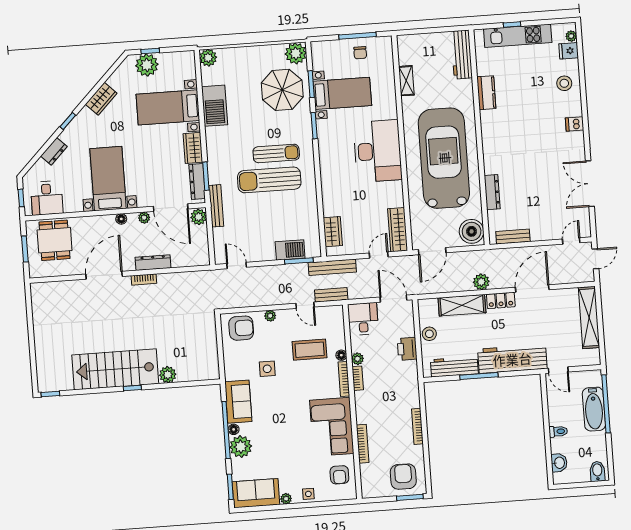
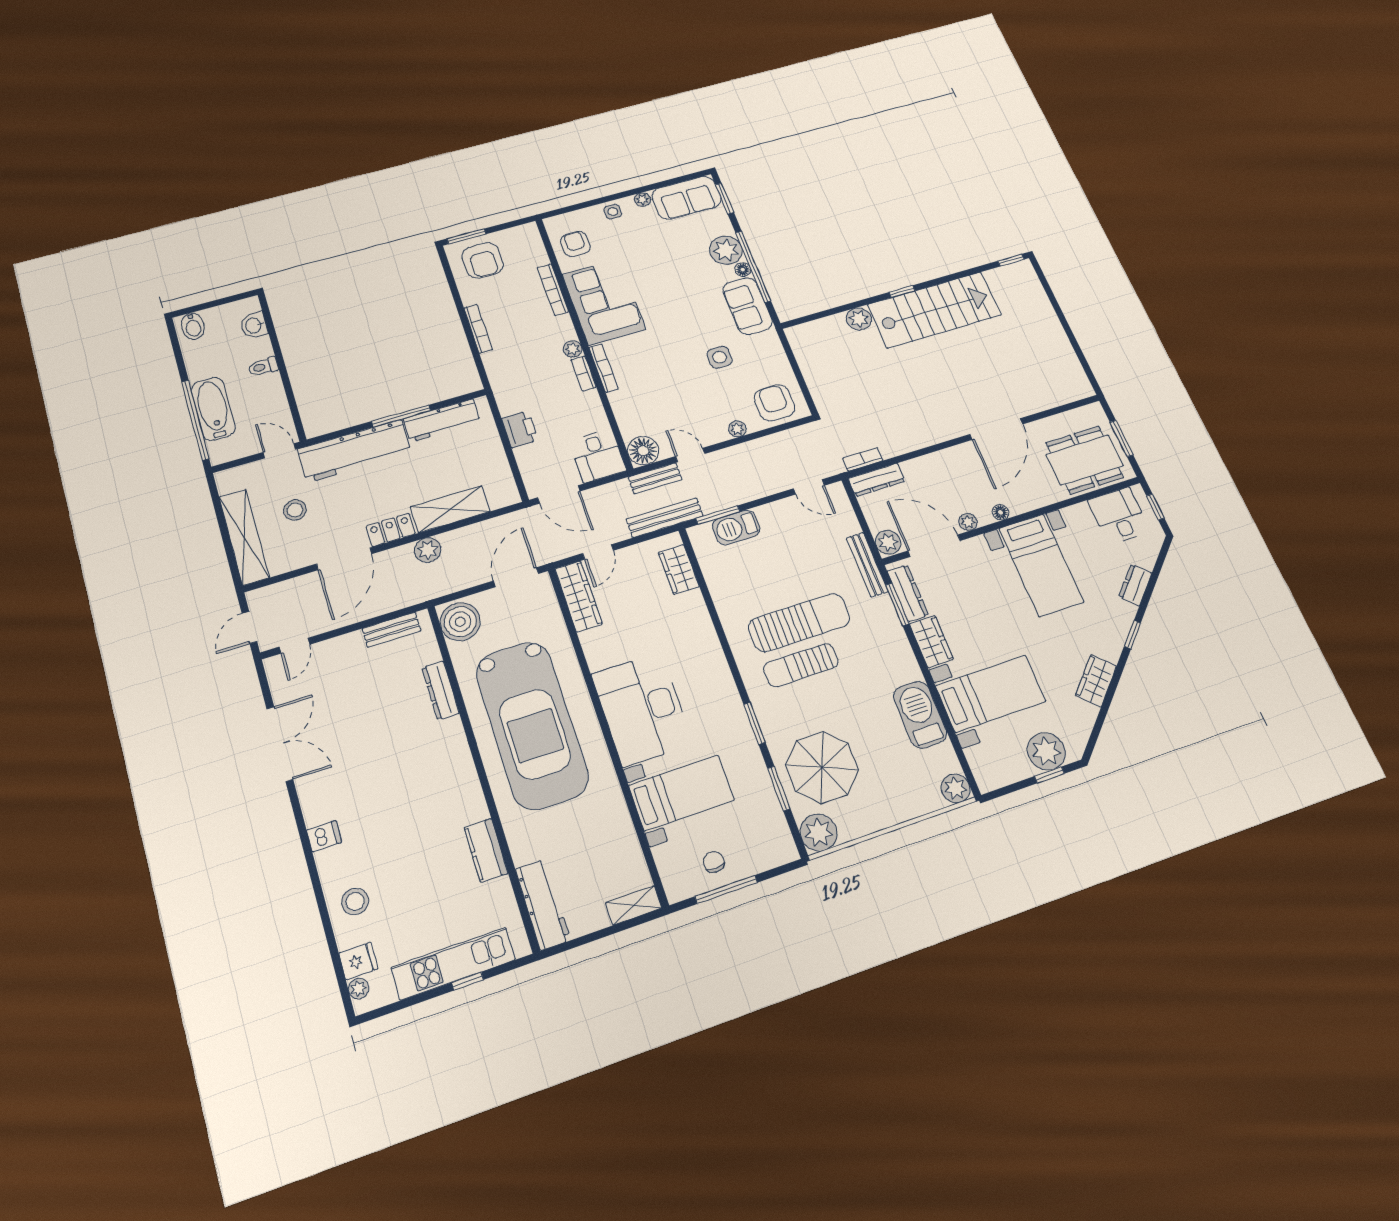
shelving: (406, 81) -> (634, 905), moved, turned 90
bed with nightstands: (342, 93) -> (681, 793), moved, turned 180
dining table: (55, 240) -> (1085, 460), width x1.38
dresser: (153, 263) -> (877, 480), moved
bookcase: (144, 279) -> (863, 459), moved
armchair: (241, 328) -> (774, 403), turned 90
stool: (429, 334) -> (295, 510), moved
coffee table: (310, 350) -> (665, 396), removed
floor lamp: (341, 355) -> (643, 451), moved, width x1.89, depth x1.89
plant: (357, 359) -> (573, 349), moved

